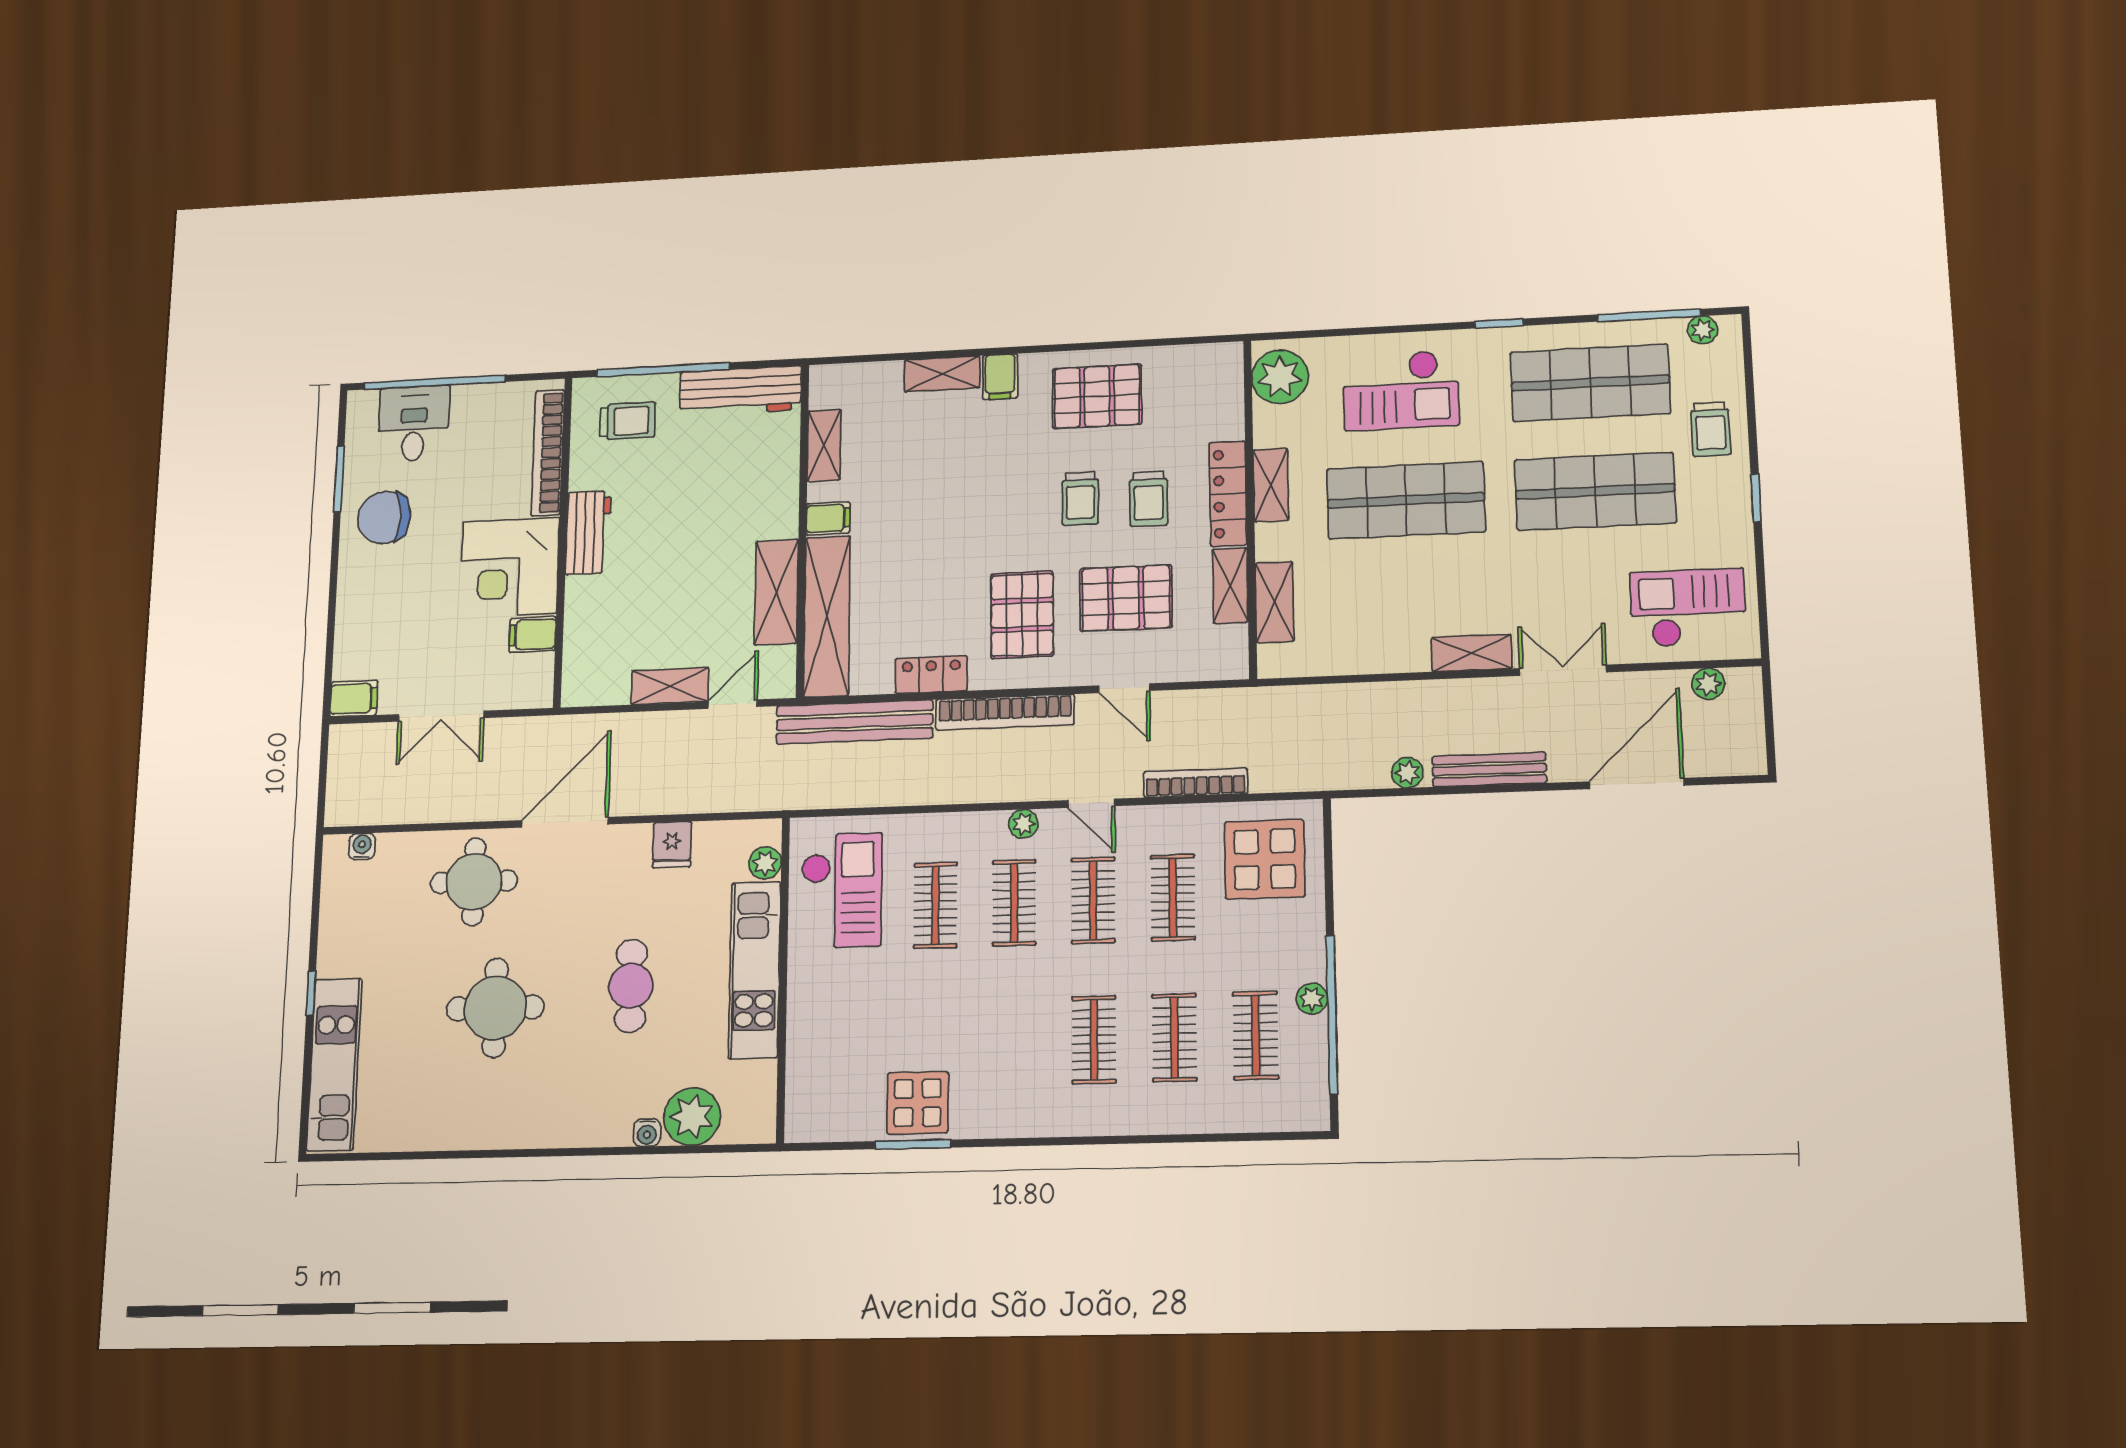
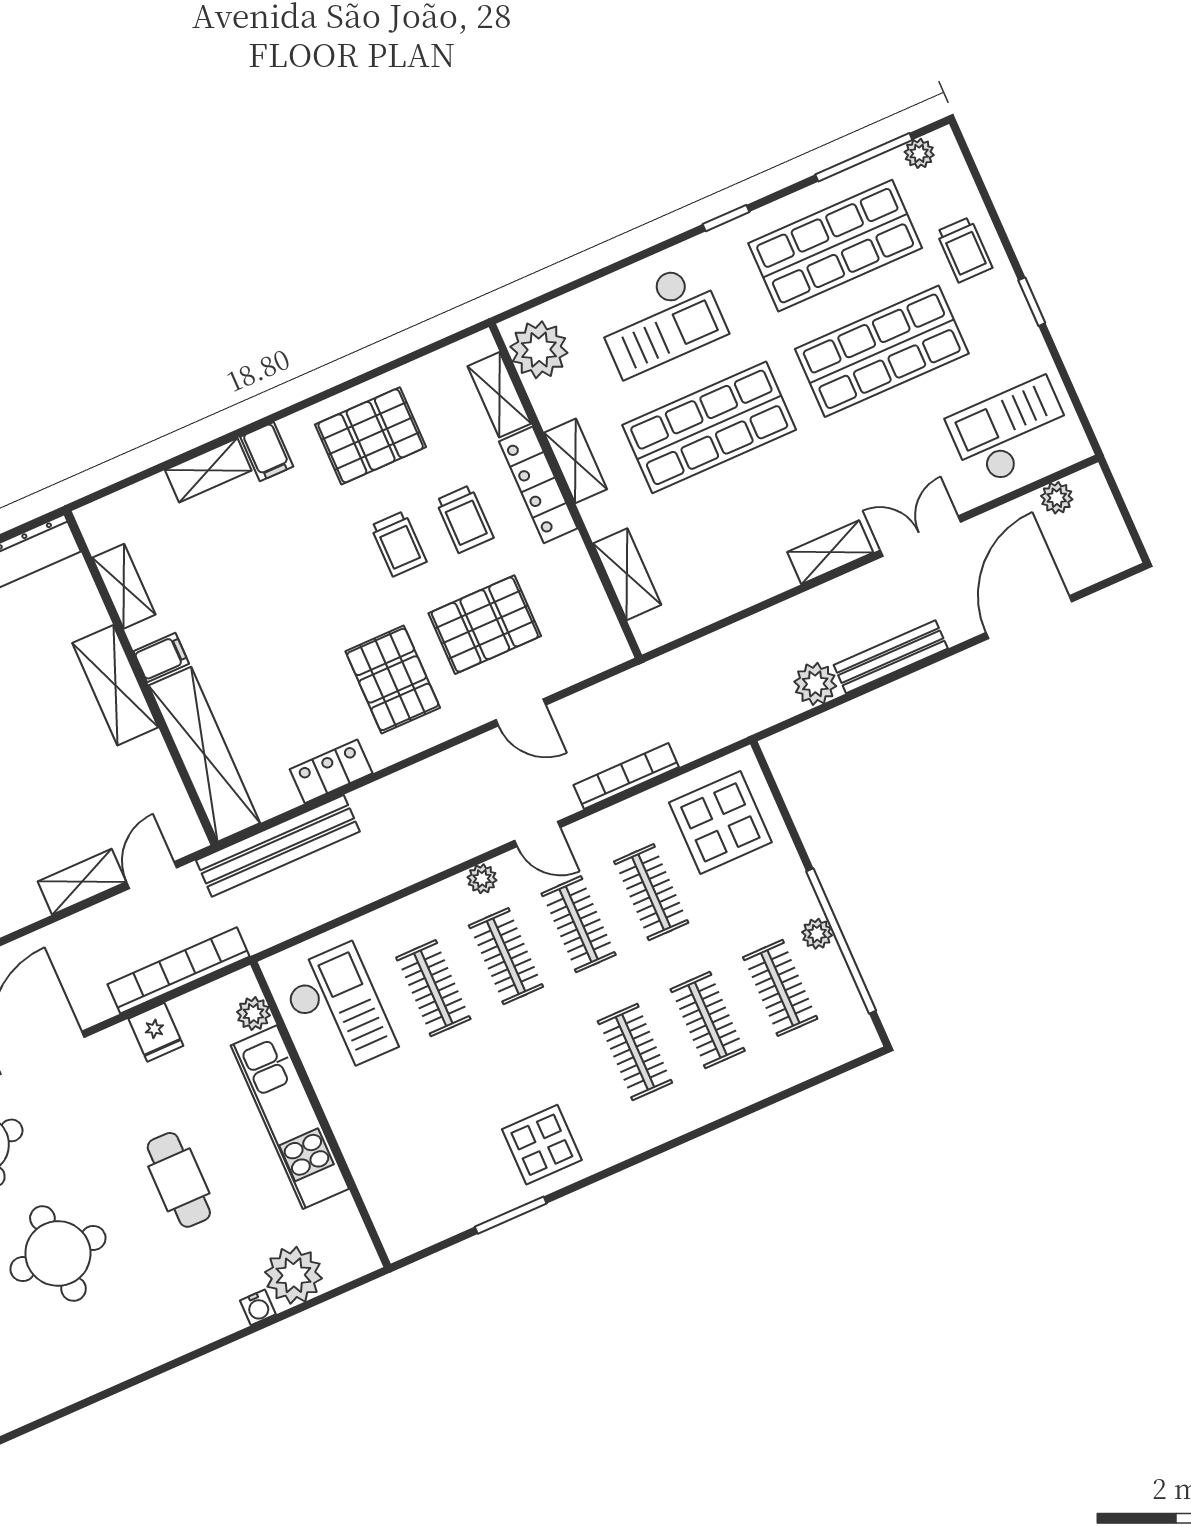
shelving: (1230, 586) -> (499, 395), moved
shelving: (776, 592) -> (115, 685), moved
bookcase: (1005, 712) -> (179, 970), moved, turned 180
plant: (1407, 773) -> (815, 684), width x1.38, depth x1.38
display table: (918, 1103) -> (542, 1145), moved

